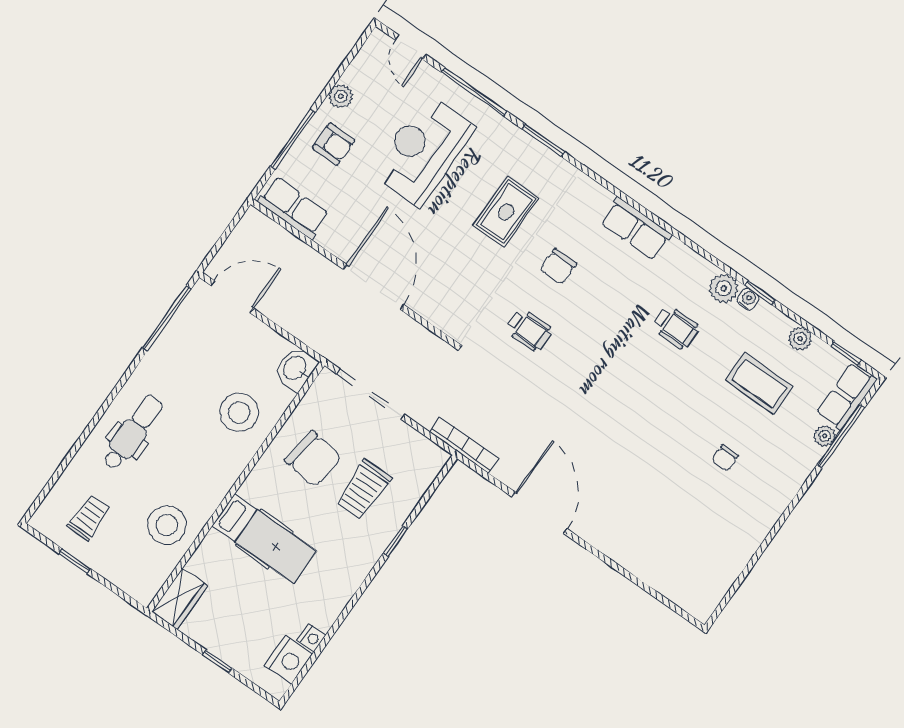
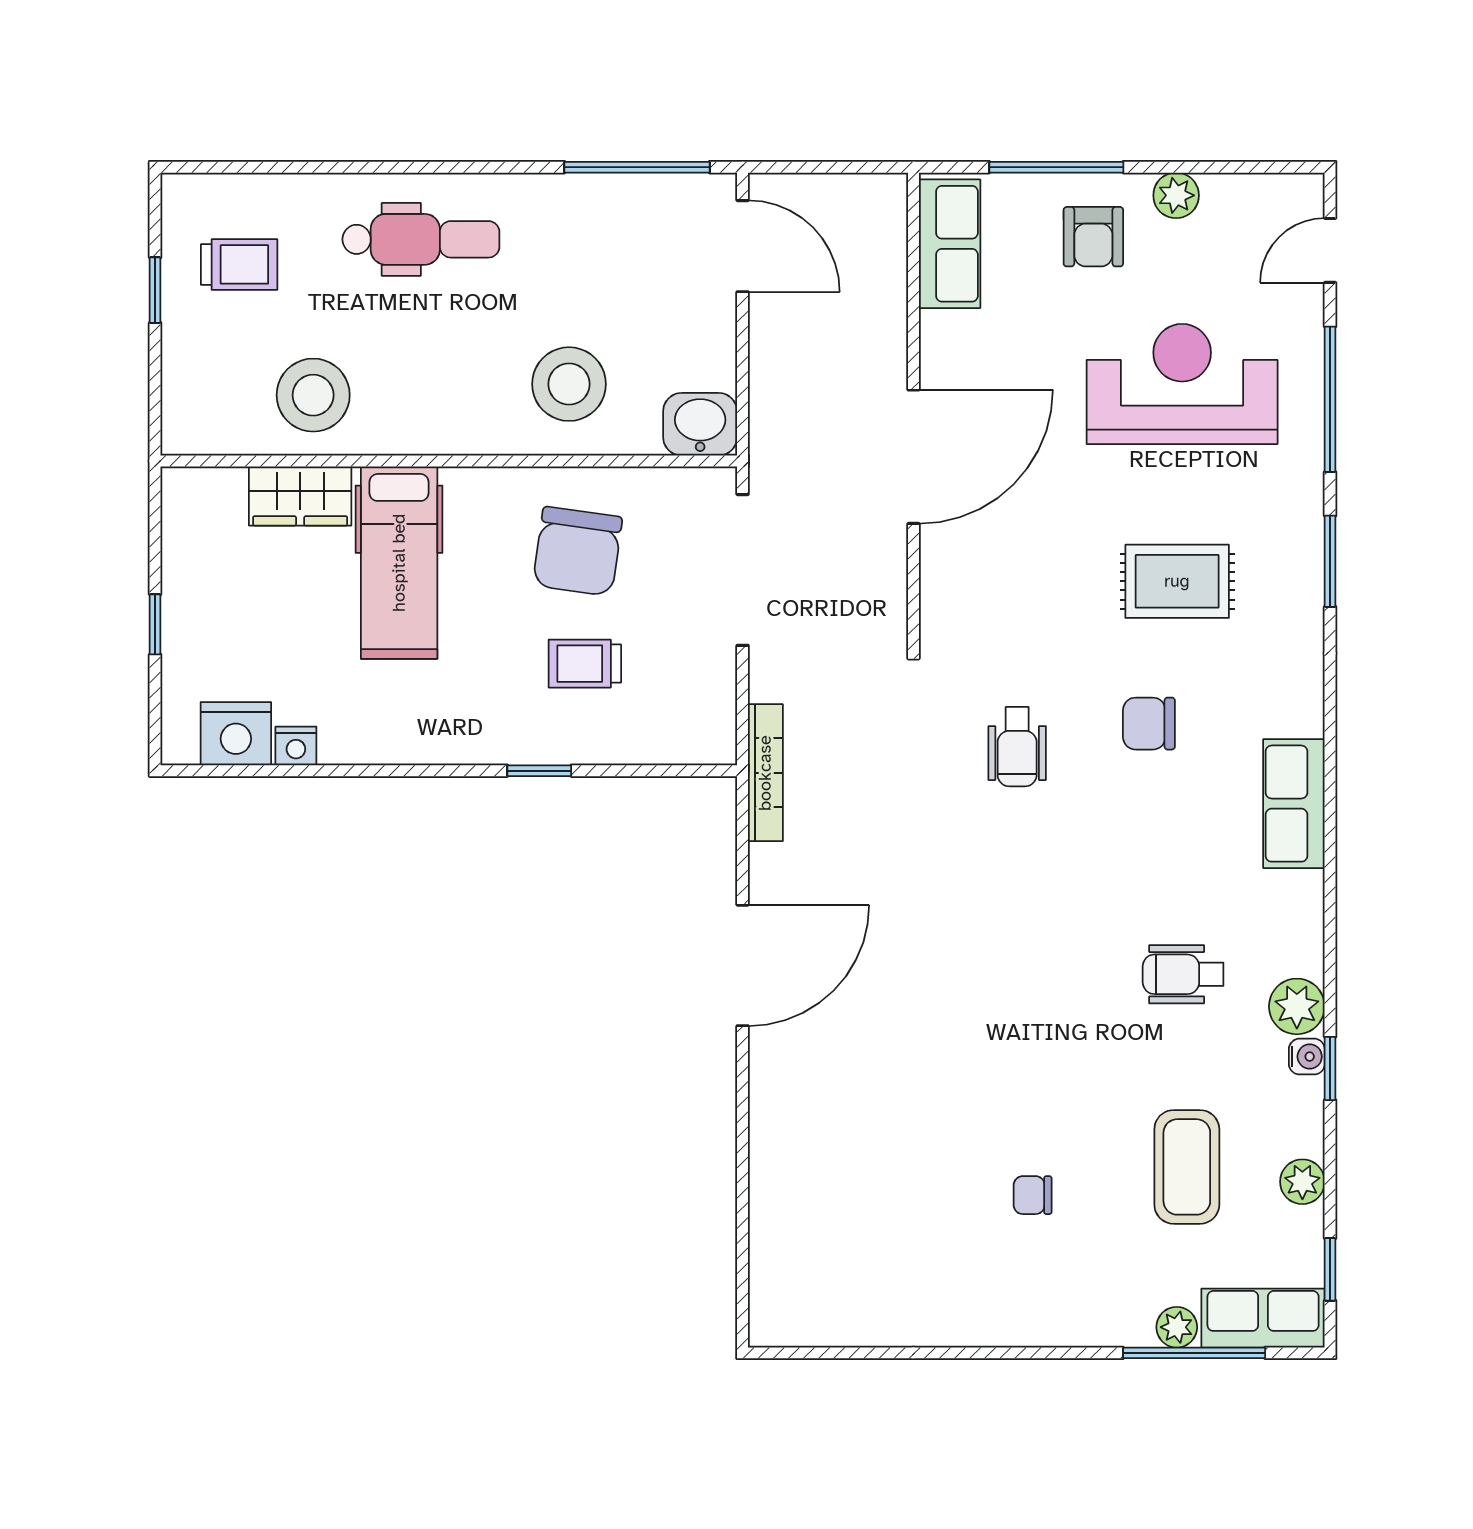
wheelchair: (676, 327) -> (1183, 974), turned 90
trolley: (363, 490) -> (585, 664), width x0.73, depth x0.72
wardrobe: (180, 599) -> (300, 496), moved

